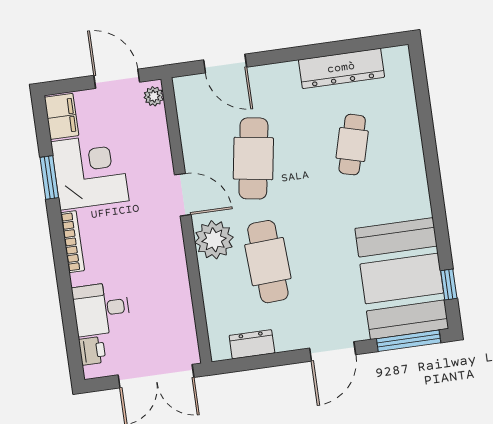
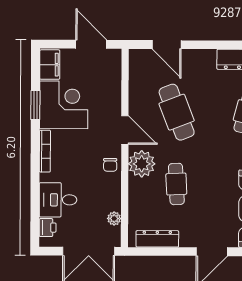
plant: (154, 96) -> (114, 219), moved
cafe table: (253, 158) -> (177, 112), turned -30
chair: (169, 248) -> (110, 165), added
cafe table: (268, 262) -> (176, 184), width x0.73, depth x0.74
dresser: (252, 344) -> (157, 239), width x1.44

